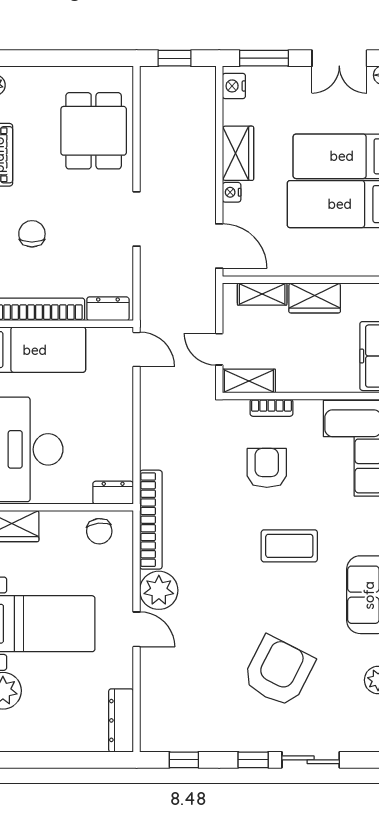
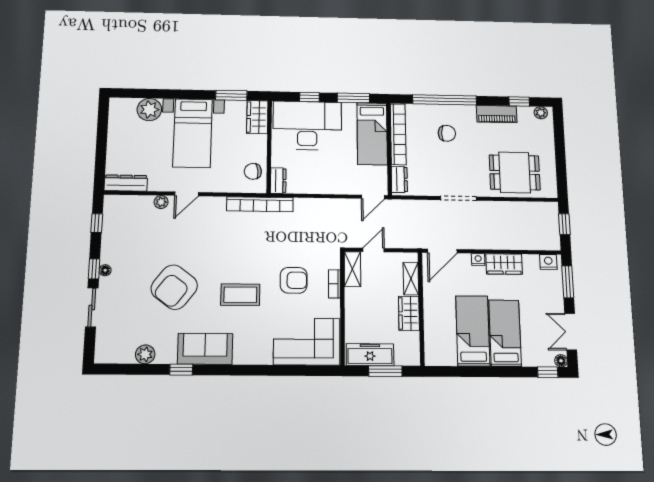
coffee table: (289, 546) -> (240, 295), turned 90
plant: (159, 590) -> (161, 202), moved, width x0.53, depth x0.53
armchair: (278, 671) -> (174, 287), moved, turned 100
floor lamp: (255, 744) -> (105, 270), added

